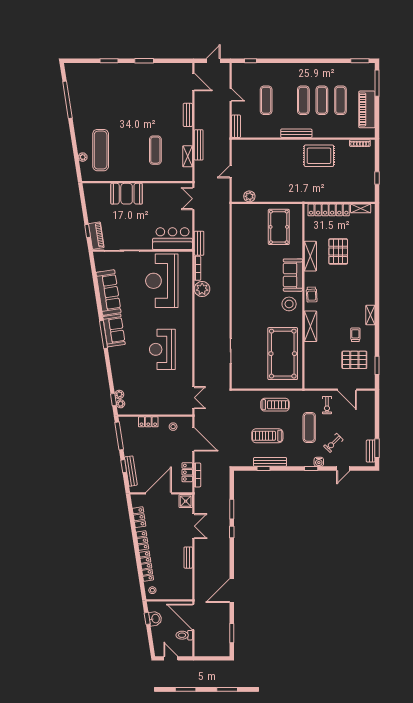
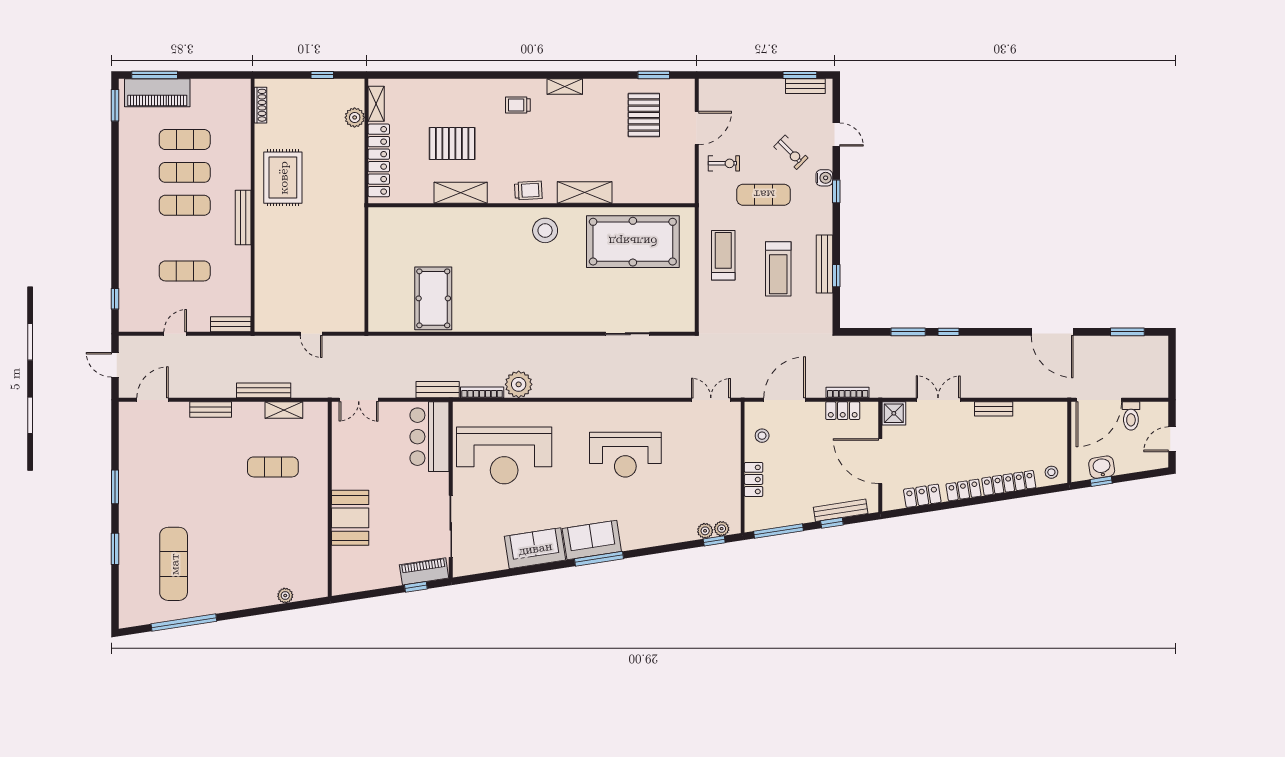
piano: (367, 109) -> (157, 93), moved
exercise mat: (101, 150) -> (174, 564), moved, turned 90
plant: (249, 196) -> (355, 117), moved
pool table: (279, 227) -> (433, 298), moved, turned 90
sofa: (293, 275) -> (494, 224), removed
sofa: (109, 293) -> (535, 548), width x0.73
trolley: (355, 335) -> (518, 105), moved

